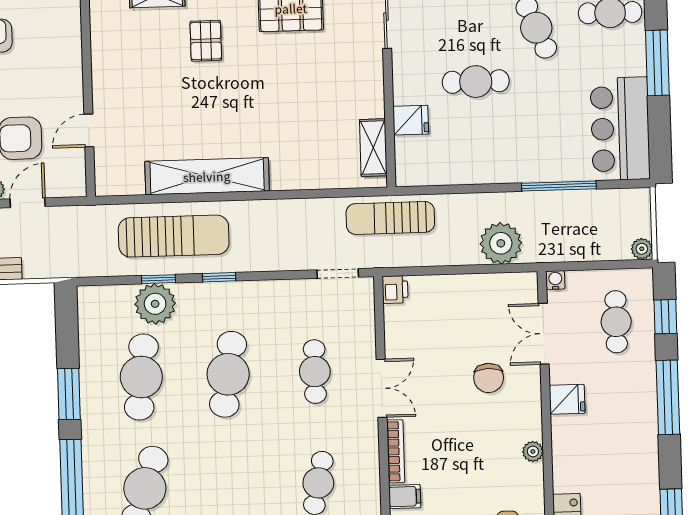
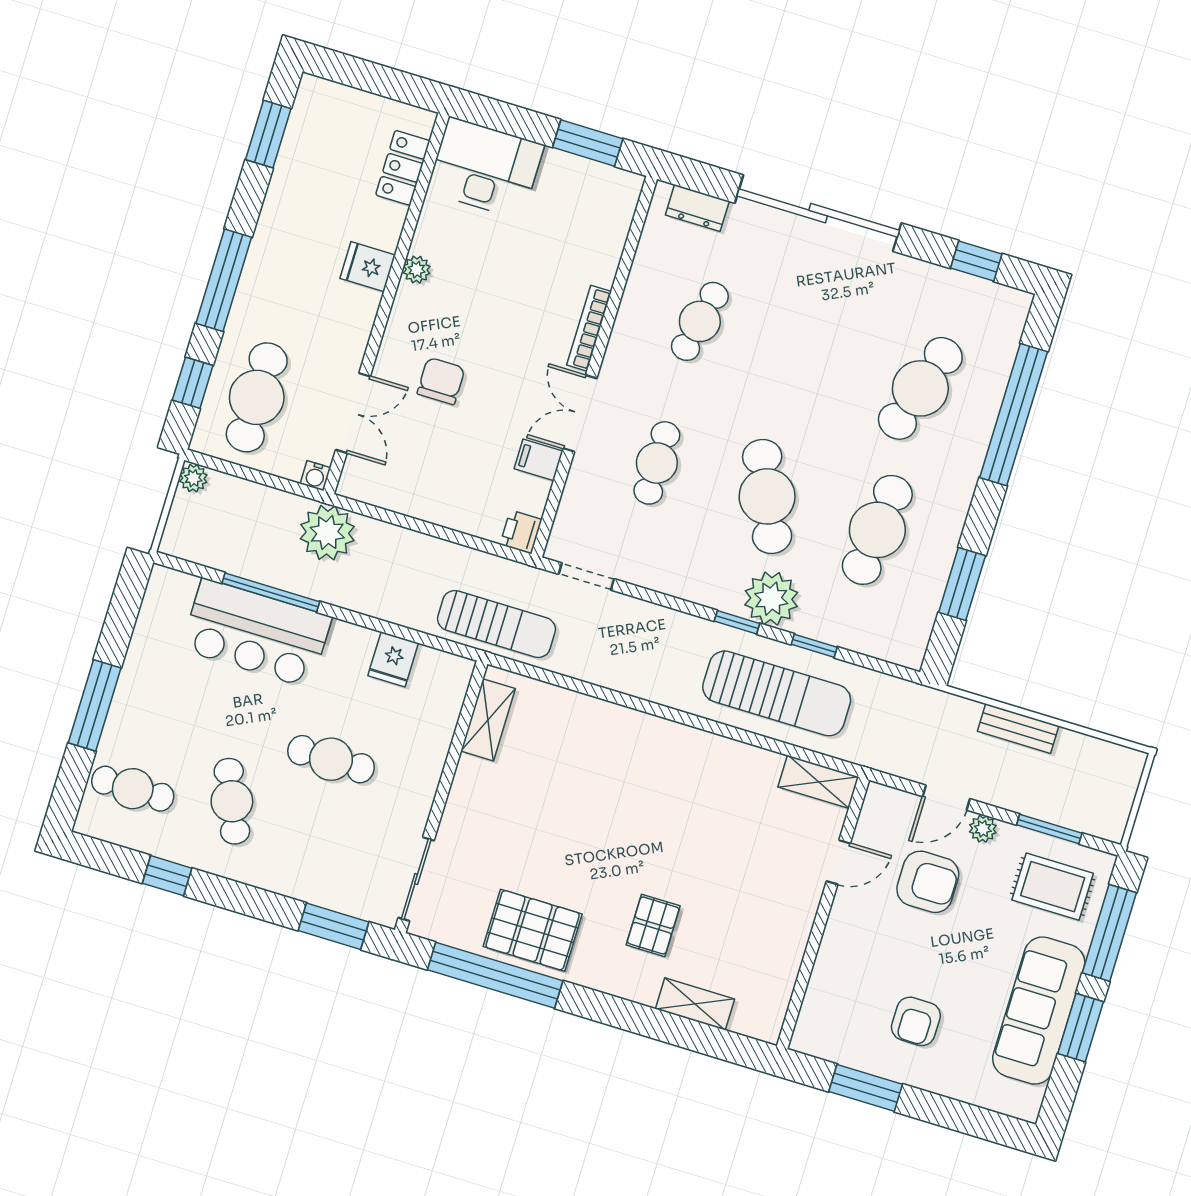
fridge: (411, 120) -> (393, 659), moved, turned -90
bar counter: (620, 129) -> (256, 633), moved, turned 90
shelving: (207, 176) -> (818, 782), moved, width x0.45, depth x0.75
sun lounger: (174, 236) -> (777, 693), turned 180
plant: (501, 243) -> (327, 533), moved
plant: (155, 304) -> (771, 599), moved
cafe table: (616, 322) -> (257, 397), width x1.37, depth x1.35
cafe table: (228, 374) -> (767, 496), turned -33
window: (69, 394) -> (962, 584), moved
fridge: (567, 399) -> (368, 267), moved
filing cabinet: (405, 497) -> (539, 460), moved

